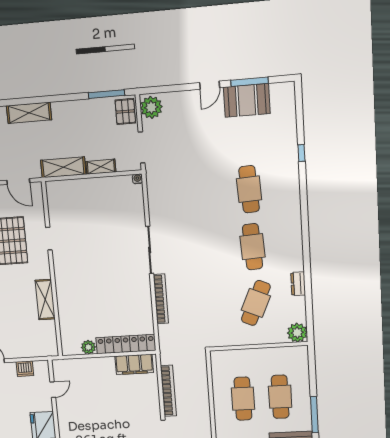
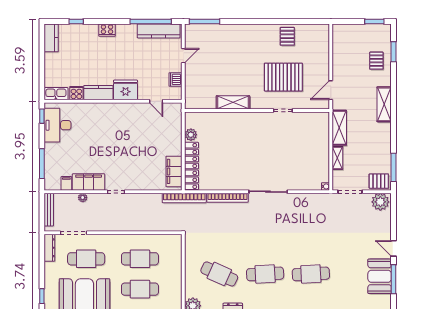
bookcase: (168, 391) -> (184, 198), moved

